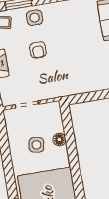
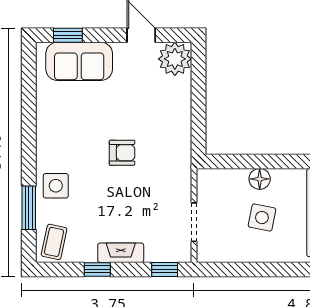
armchair: (38, 50) -> (122, 153), moved

